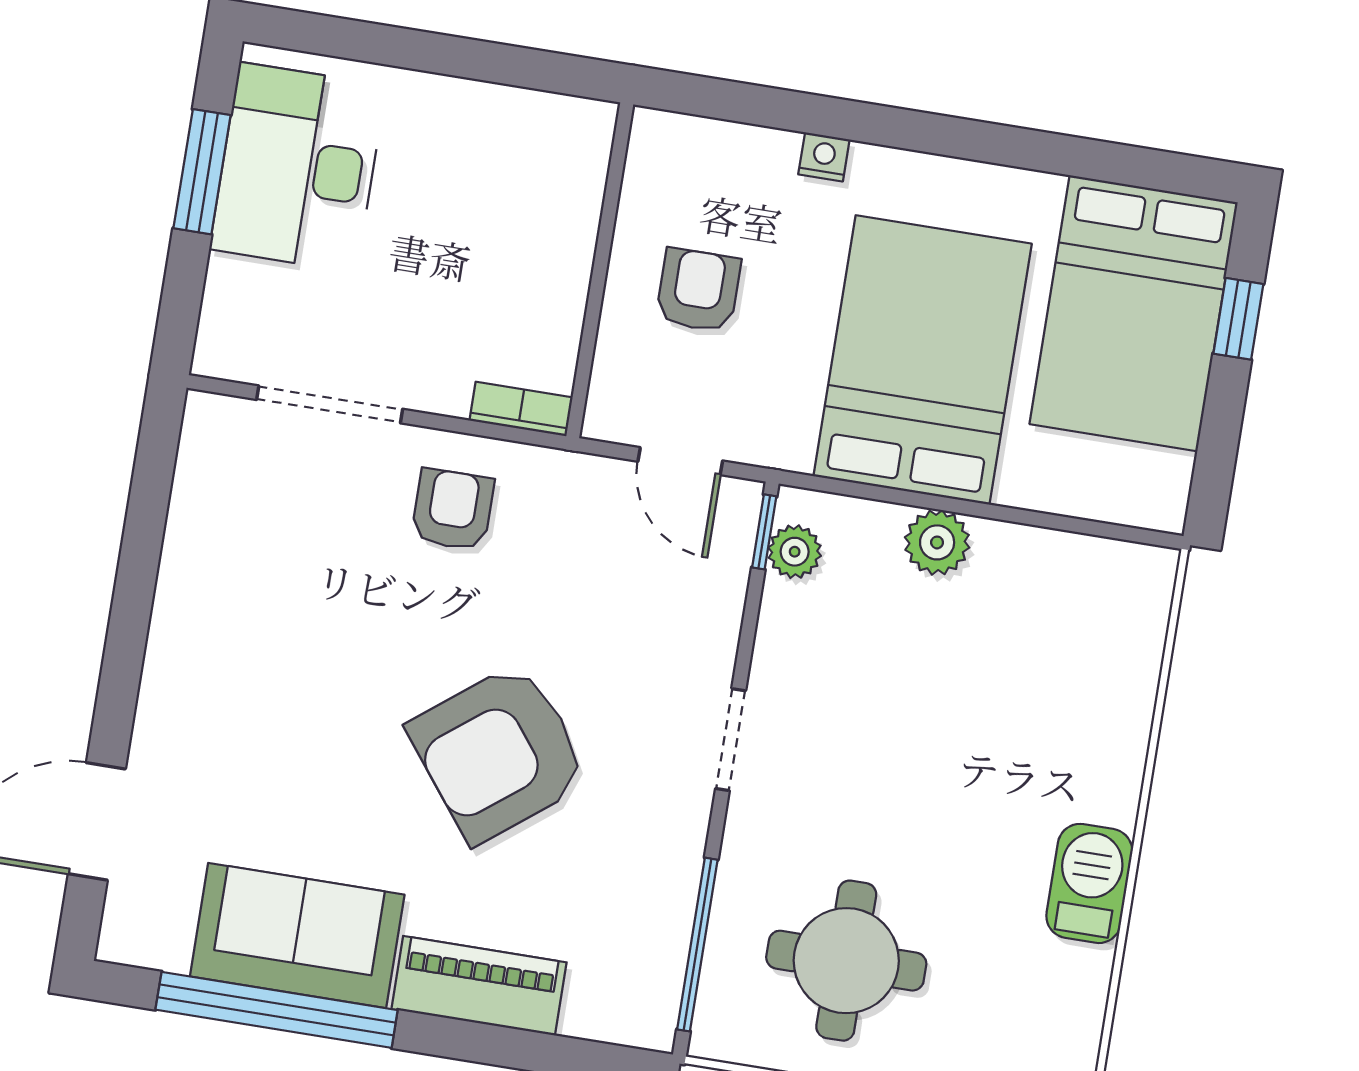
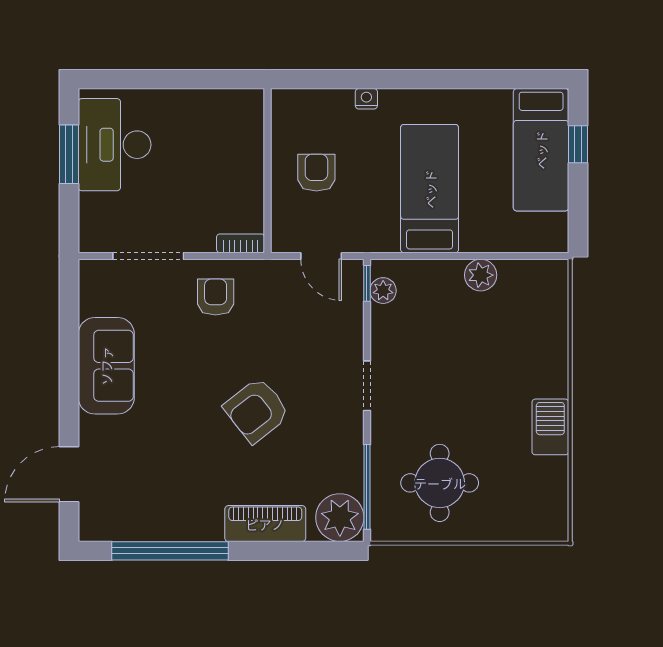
bed: (1134, 313) -> (541, 150), width x0.67
bed: (923, 360) -> (430, 189), width x0.67
plant: (937, 542) -> (481, 275), moved
armchair: (499, 753) -> (257, 410), width x0.73, depth x0.73
sofa: (297, 936) -> (106, 366), moved, turned 90
plant: (632, 998) -> (340, 518), added

